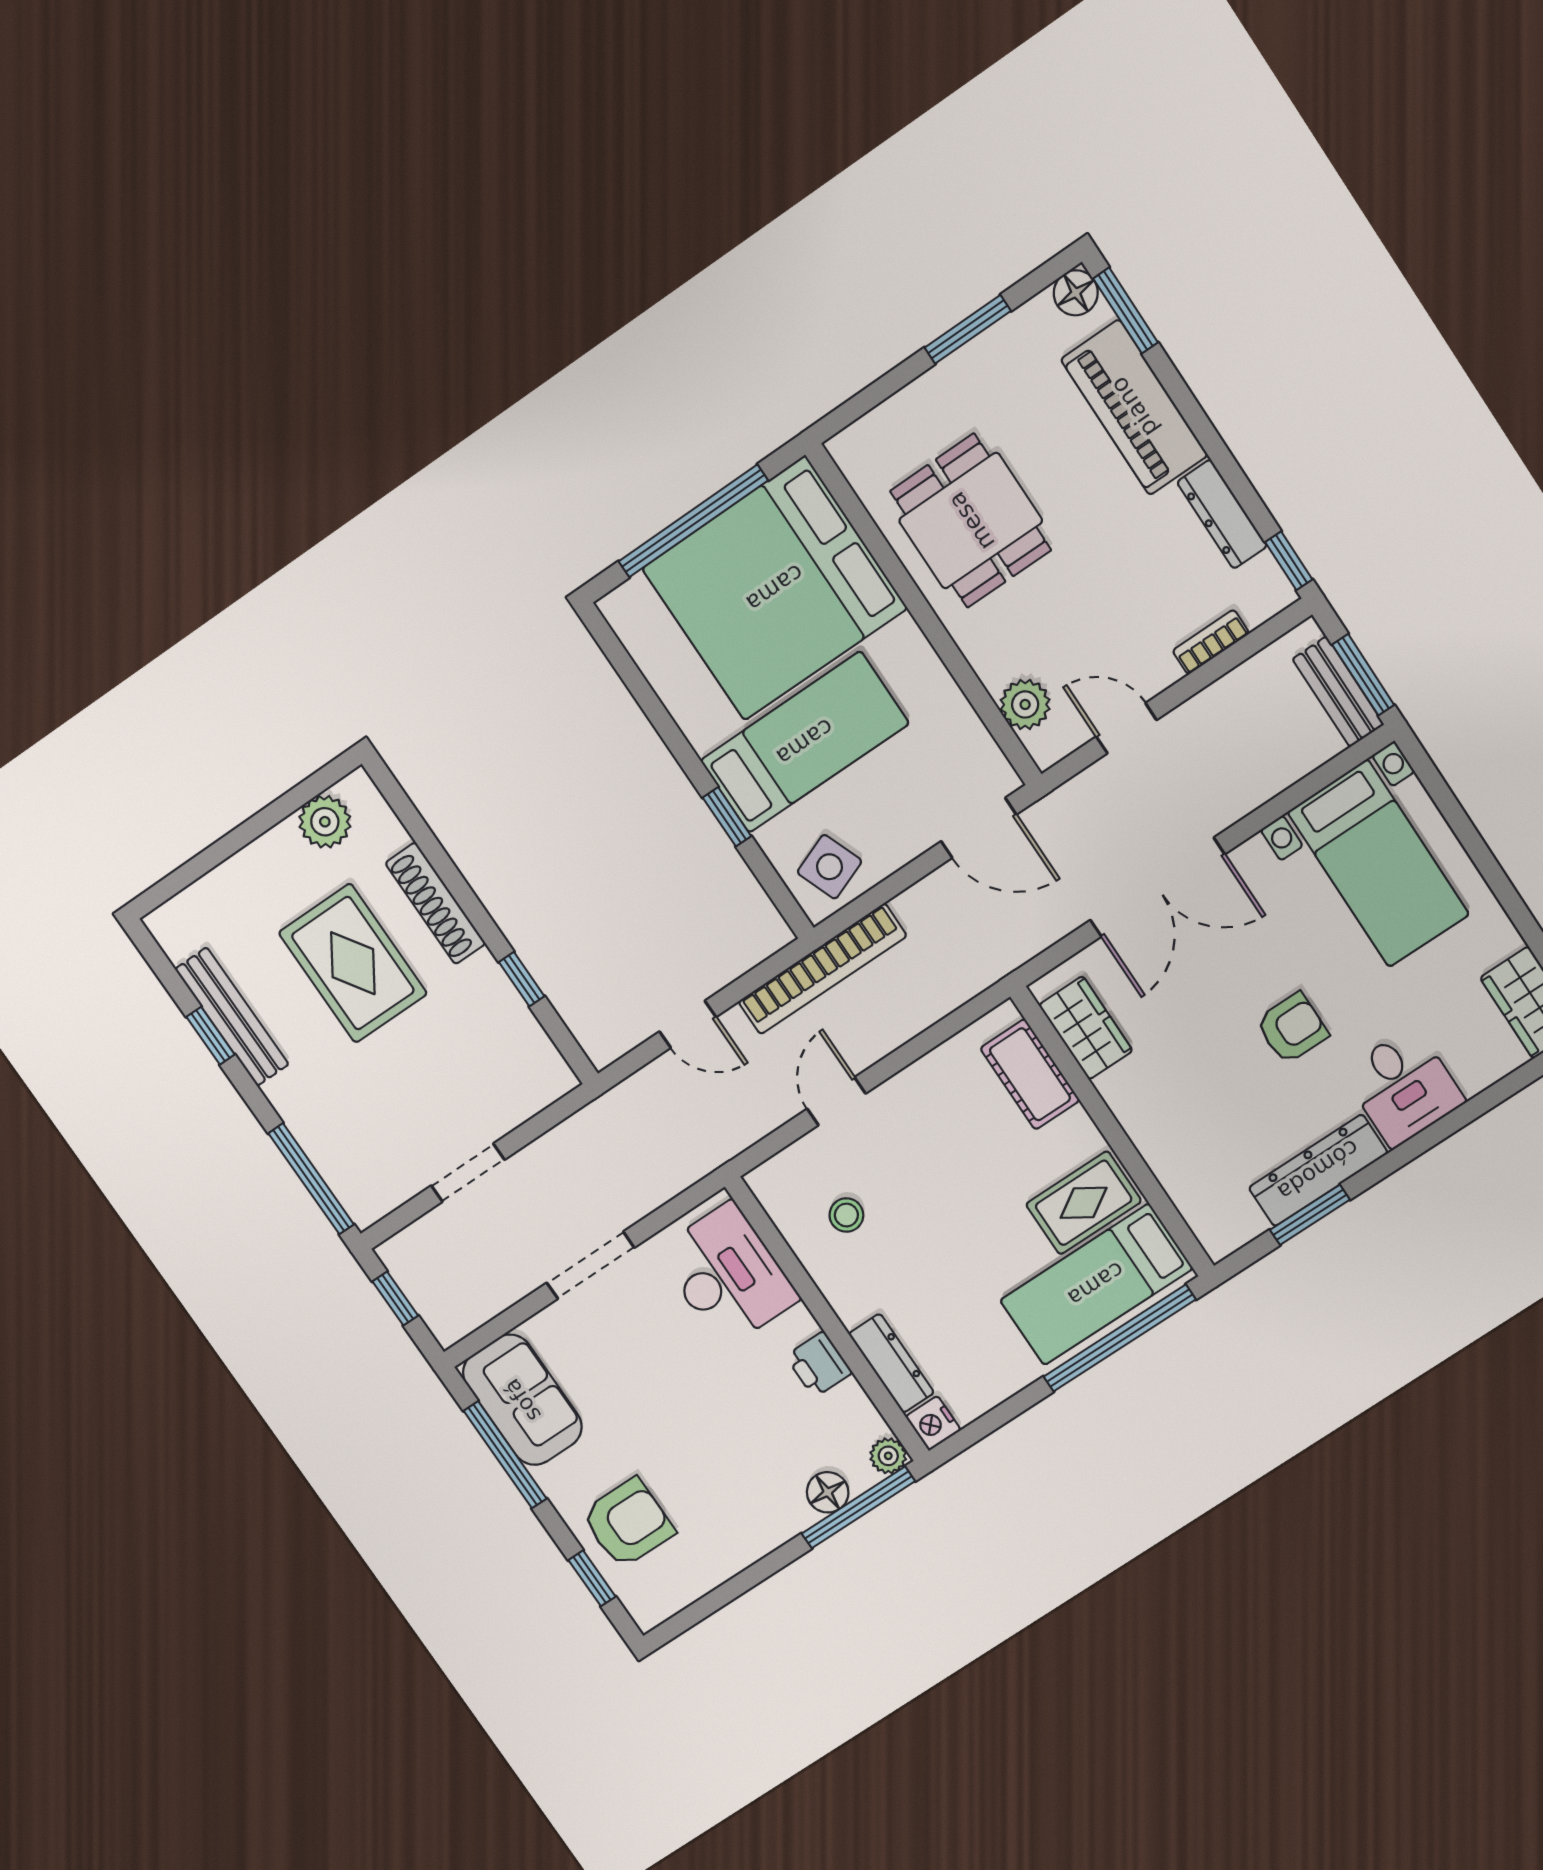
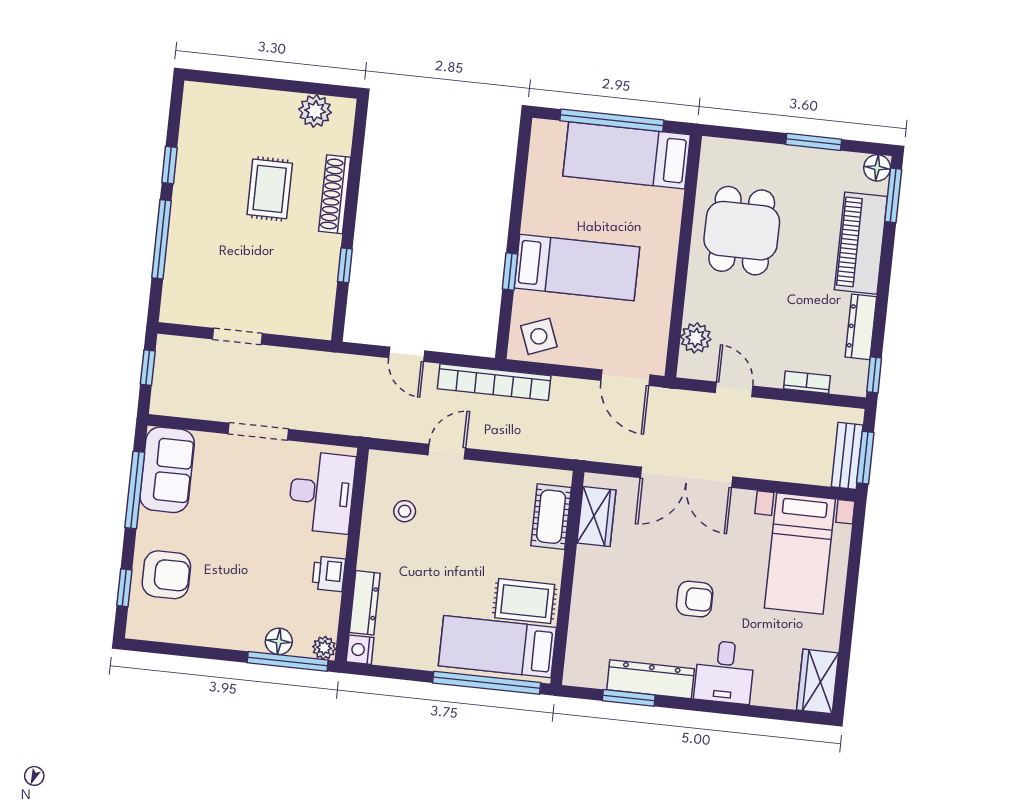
bed: (775, 588) -> (627, 155), width x0.49
rug: (353, 963) -> (270, 189), width x0.73, depth x0.70
bench: (232, 1017) -> (188, 165), removed
window: (311, 1179) -> (162, 239), moved

